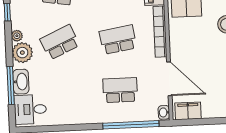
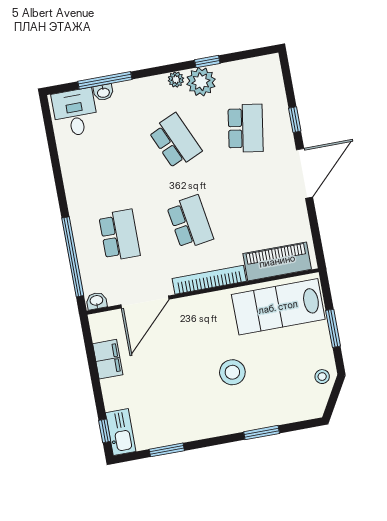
plant: (22, 53) -> (201, 82), moved
washbasin: (21, 82) -> (103, 92), width x0.52, depth x0.69
filing cabinet: (188, 111) -> (108, 359), moved

